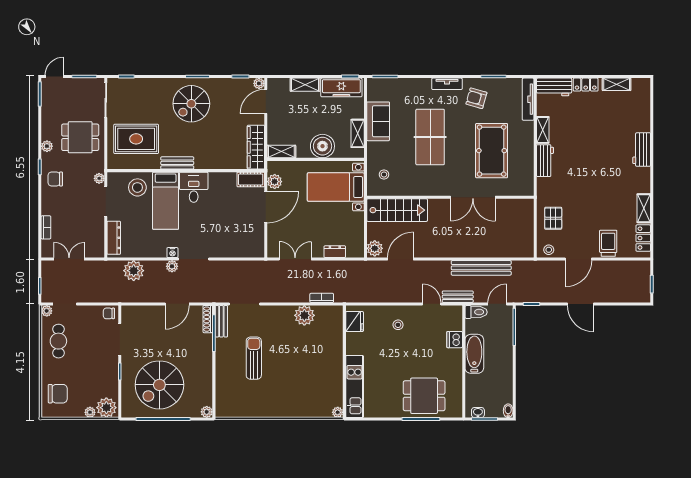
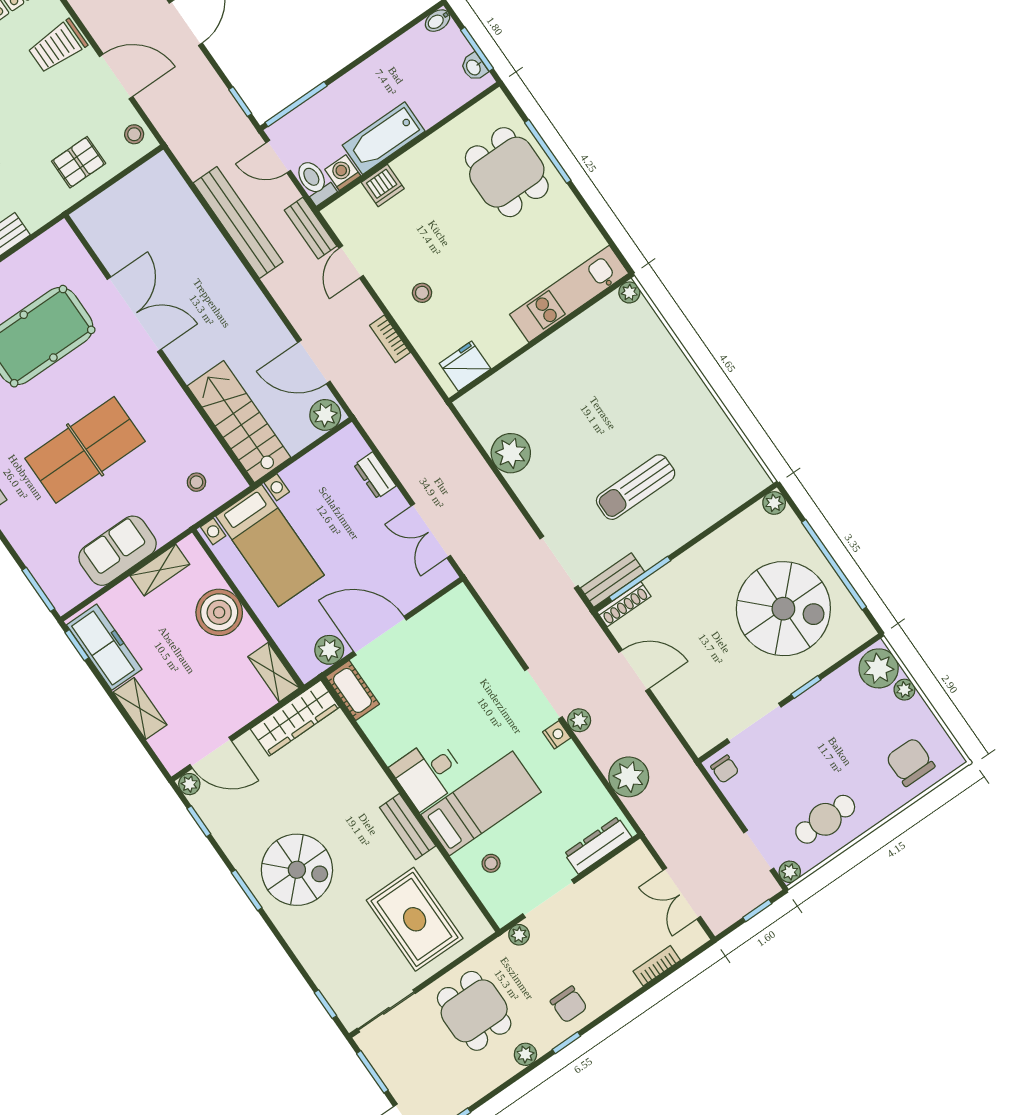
stool: (137, 187) -> (491, 863), width x0.53, depth x0.53
bookcase: (322, 298) -> (390, 339), moved
washing machine: (472, 326) -> (343, 173), added

